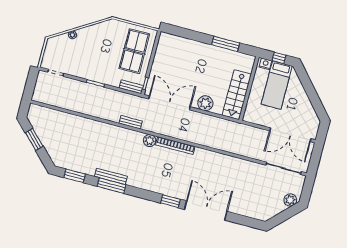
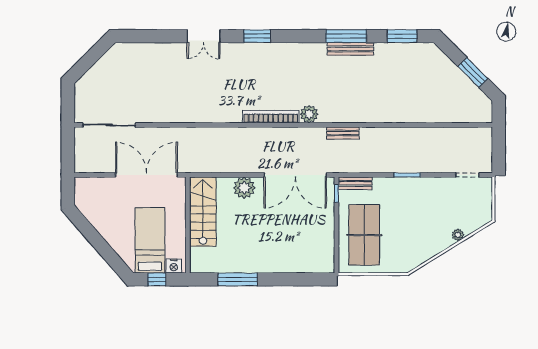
double door: (290, 135) -> (146, 175), moved
plant: (290, 200) -> (88, 83), removed
double door: (206, 210) -> (204, 36), width x0.54

